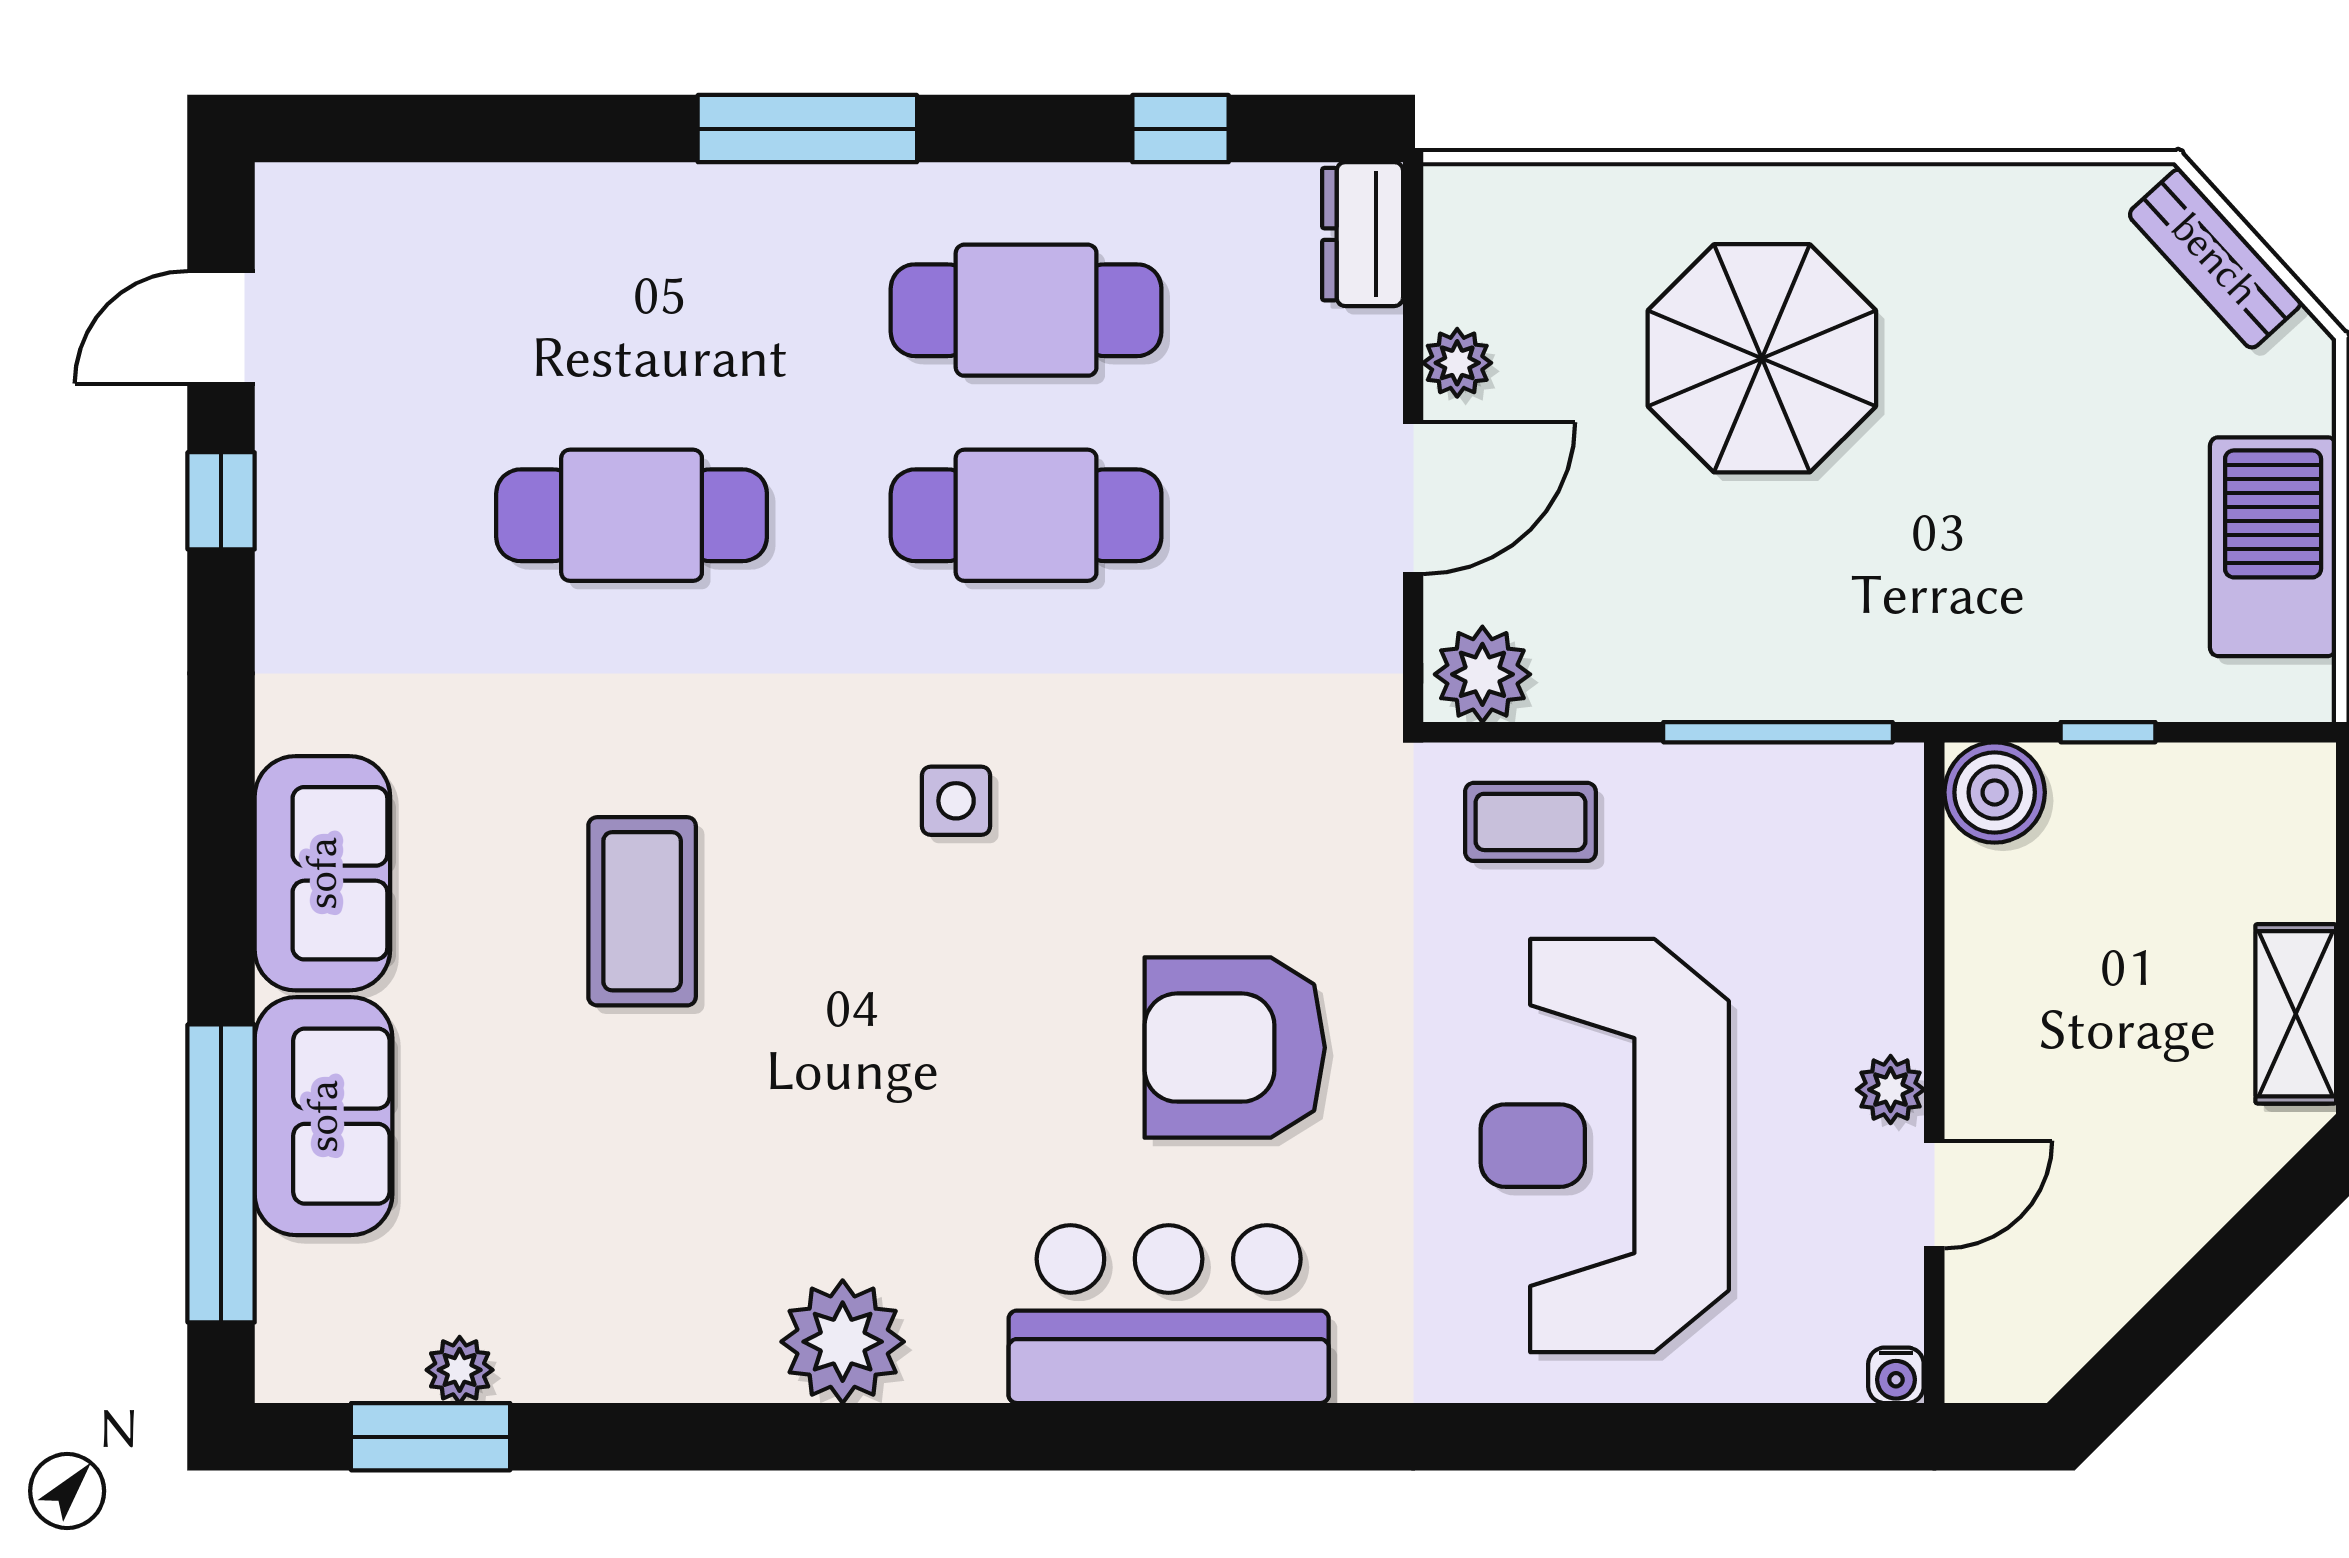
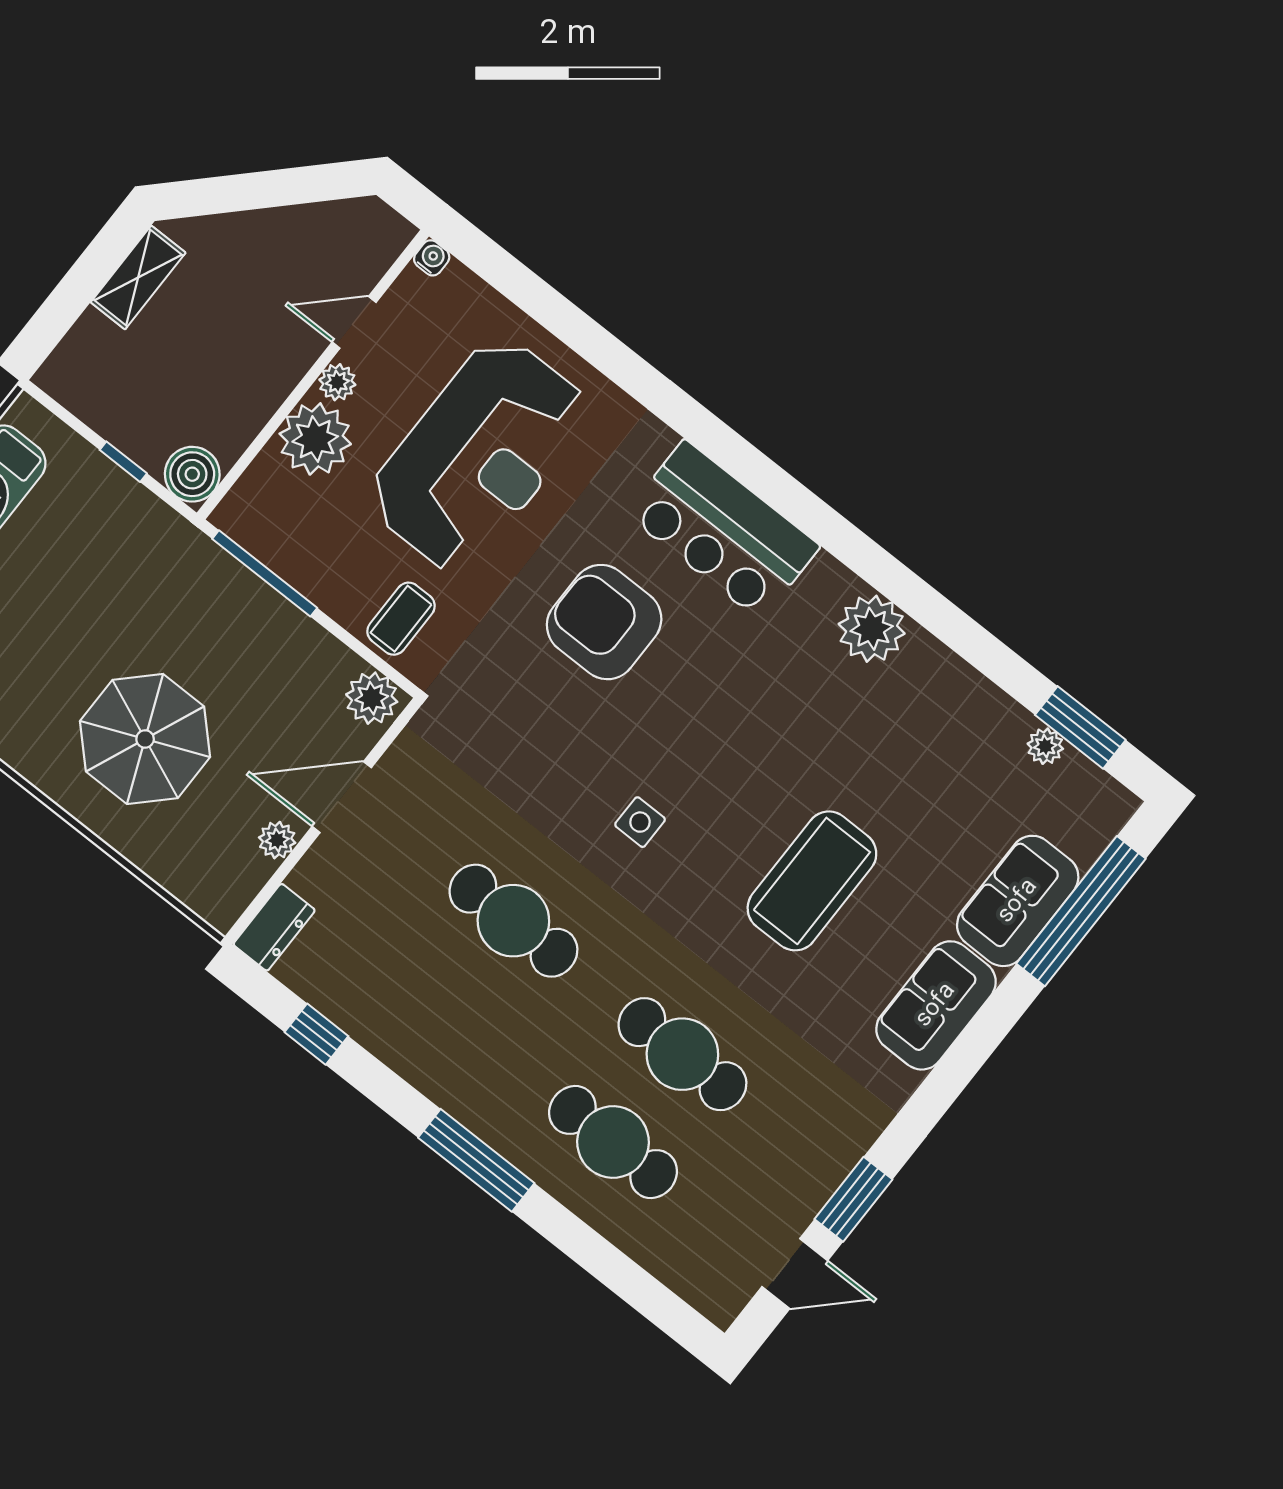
cafe table: (1026, 310) -> (613, 1142), moved
window: (221, 501) -> (853, 1199), width x1.50
coffee table: (1530, 822) -> (401, 619), turned 90
coffee table: (642, 911) -> (812, 881), width x1.36, depth x1.32
plant: (1858, 983) -> (315, 439), added
armchair: (1235, 1048) -> (604, 622), turned 180

